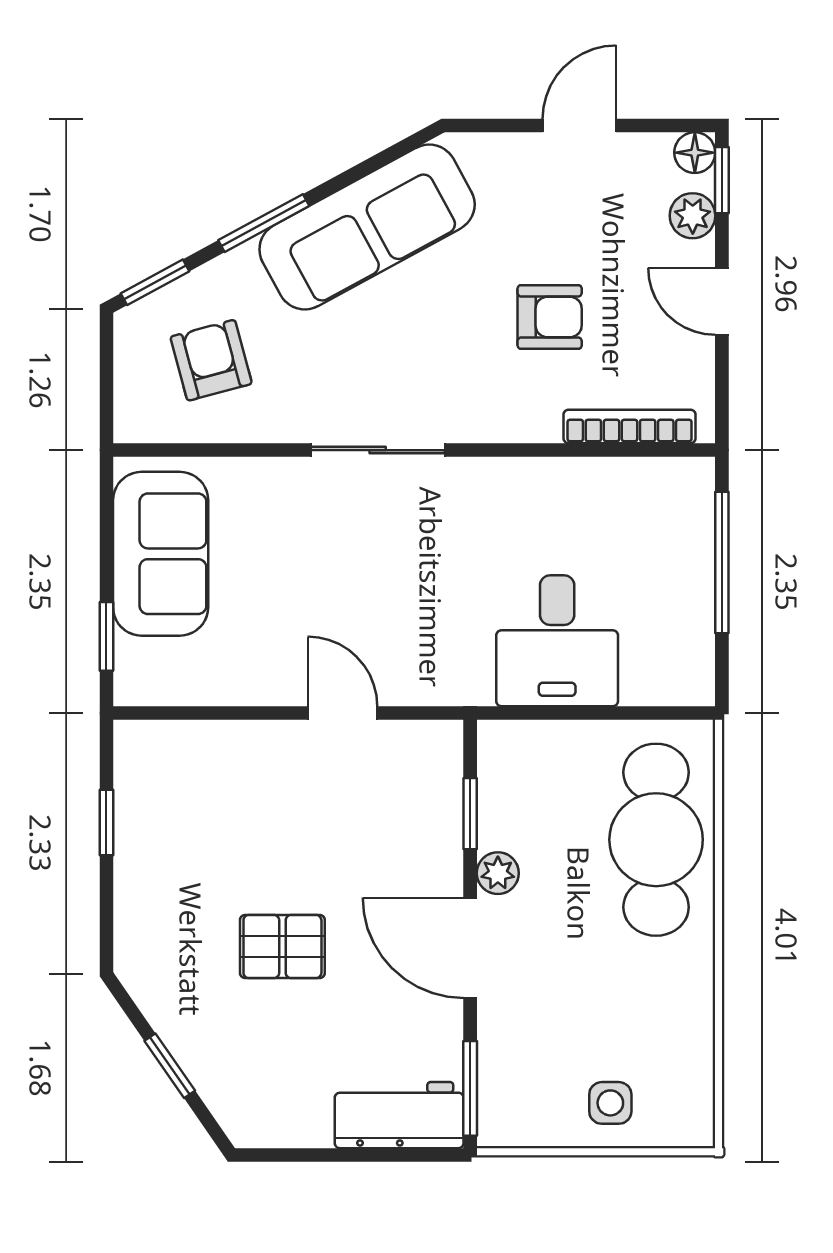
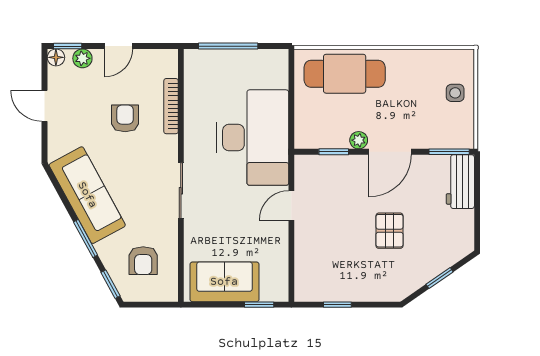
armchair: (211, 360) -> (143, 261), turned -75
bookcase: (630, 426) -> (171, 106), moved
desk: (557, 641) -> (253, 138), width x1.87, depth x1.30

